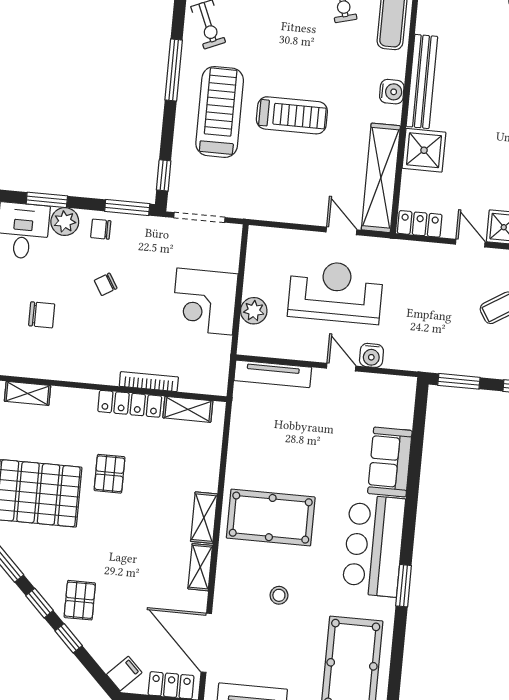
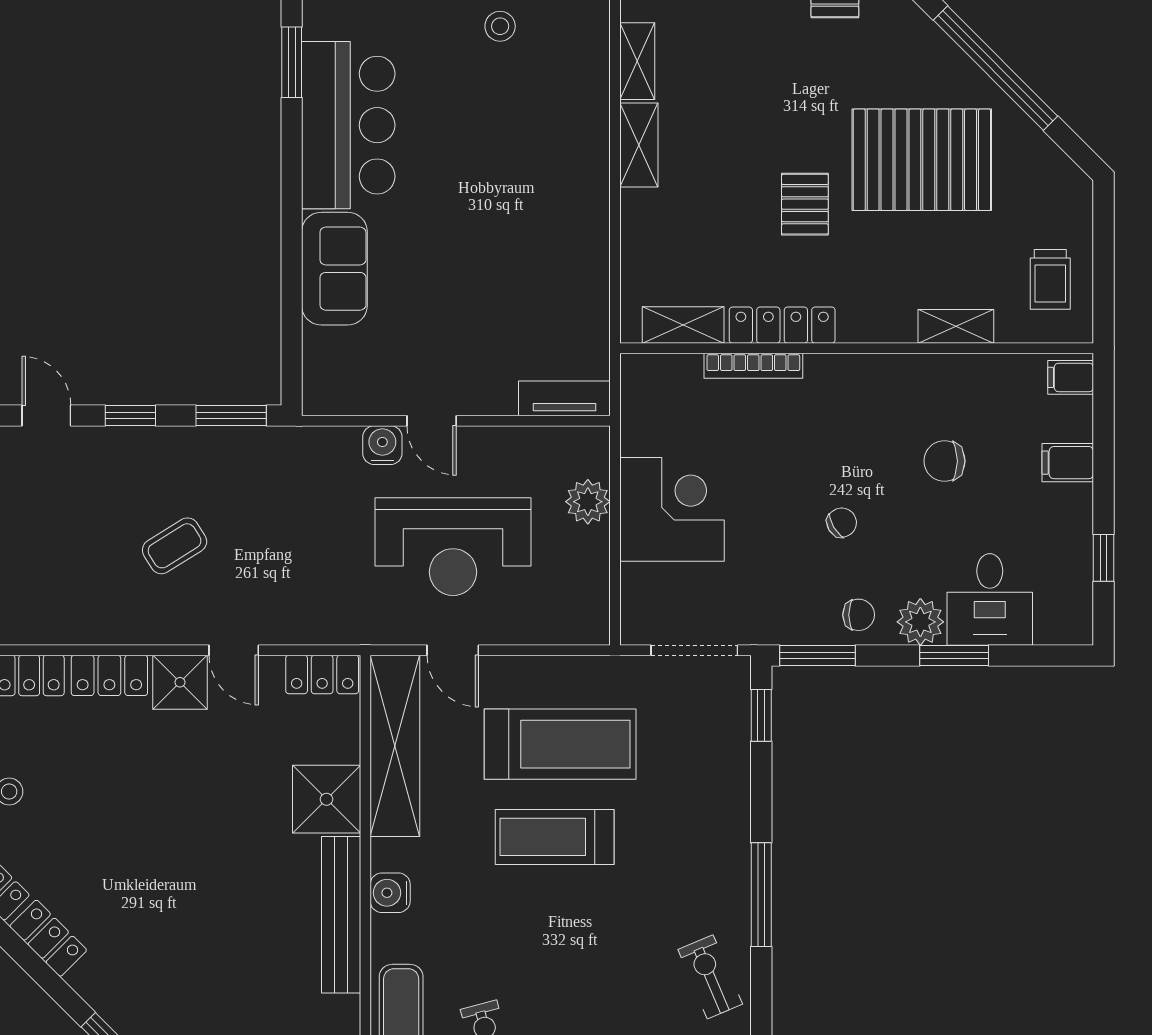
treadmill: (220, 112) -> (560, 744), moved, turned -90
tv unit: (273, 374) -> (564, 398), width x0.71
pool table: (271, 518) -> (526, 156), removed

